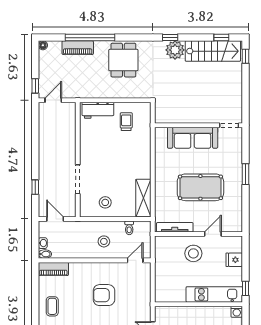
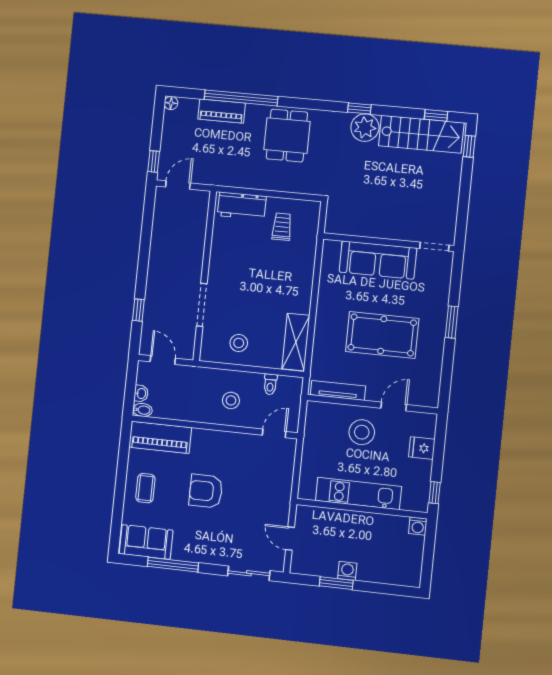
piano: (53, 269) -> (160, 437), width x1.37, depth x1.33
kitchen unit: (214, 294) -> (358, 494), moved
armchair: (104, 295) -> (206, 491), moved

